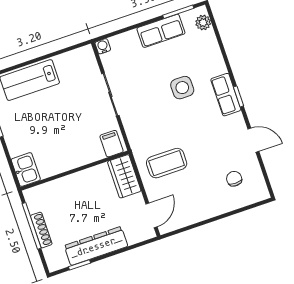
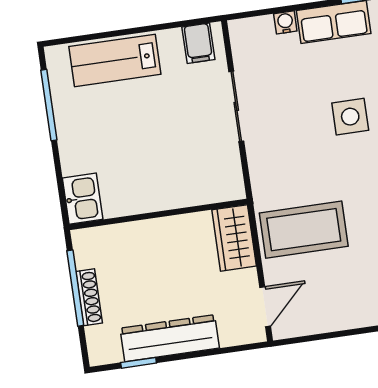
water cooler: (103, 46) -> (285, 22), moved
filing cabinet: (112, 144) -> (198, 43), moved, turned 180
coffee table: (167, 163) -> (304, 230), width x1.36, depth x1.32

